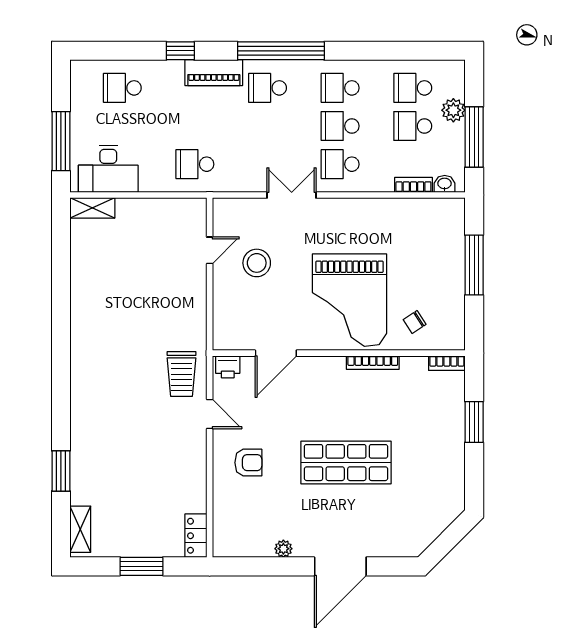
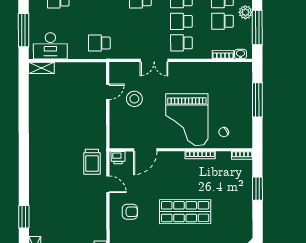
double door: (292, 195) -> (154, 60), swing flipped

